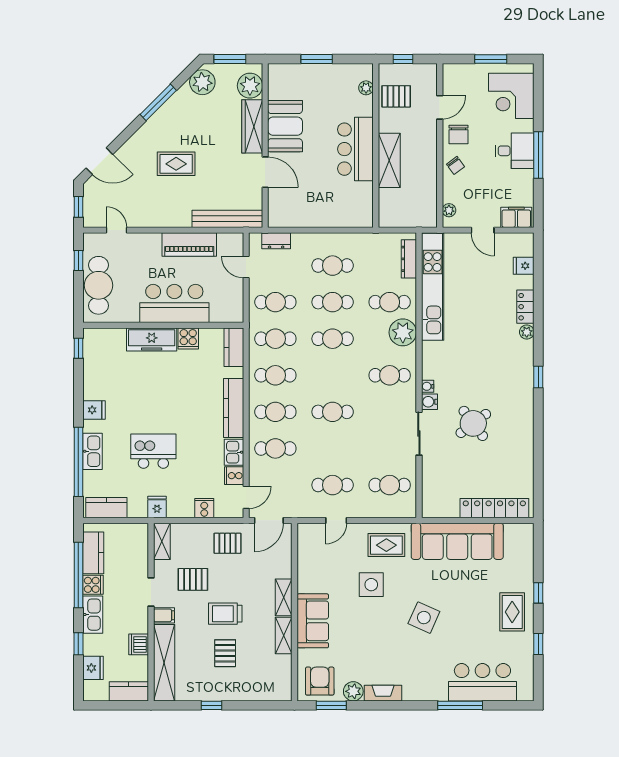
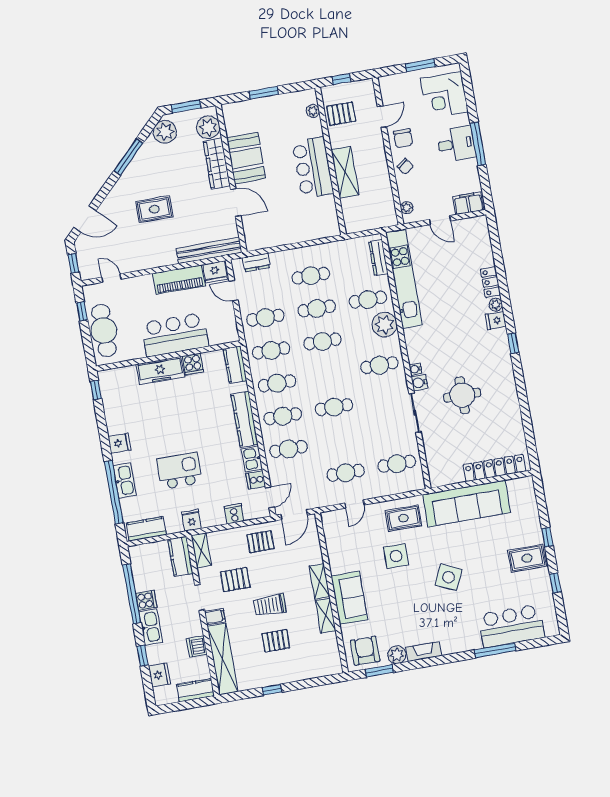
fridge: (230, 243) -> (215, 272), added
fridge: (524, 266) -> (496, 321), moved
round table: (473, 423) -> (462, 395), turned 37
kitchen counter: (93, 553) -> (180, 556), moved, turned 180
rug: (512, 612) -> (527, 558), turned 90
pallet: (225, 653) -> (276, 641), turned 90

